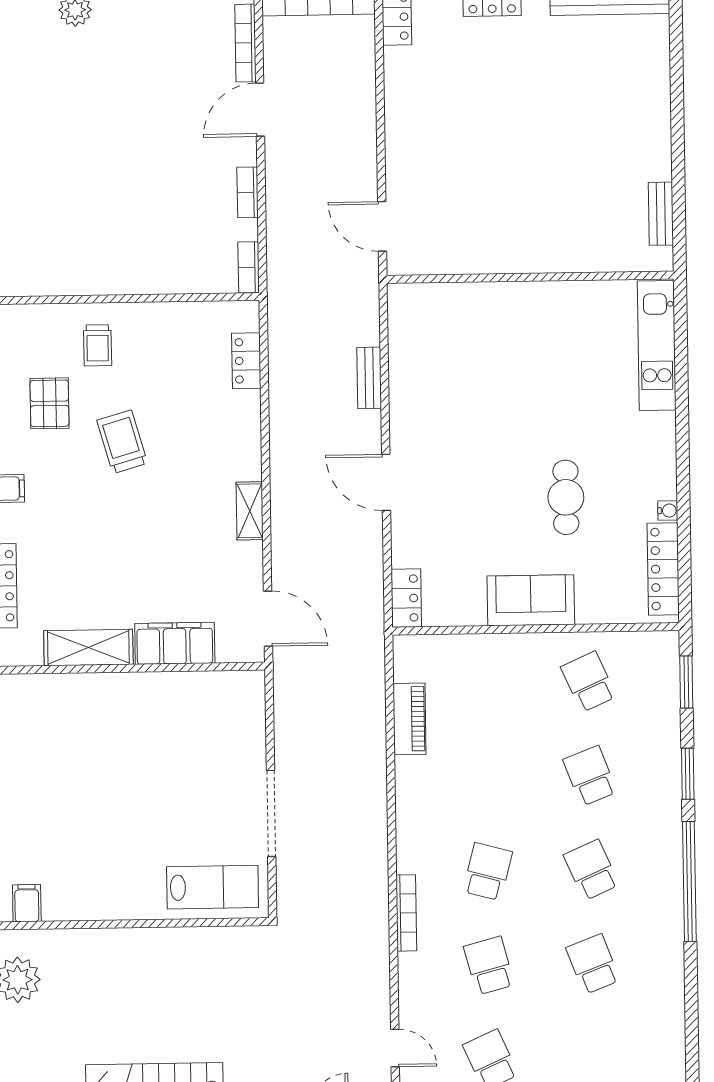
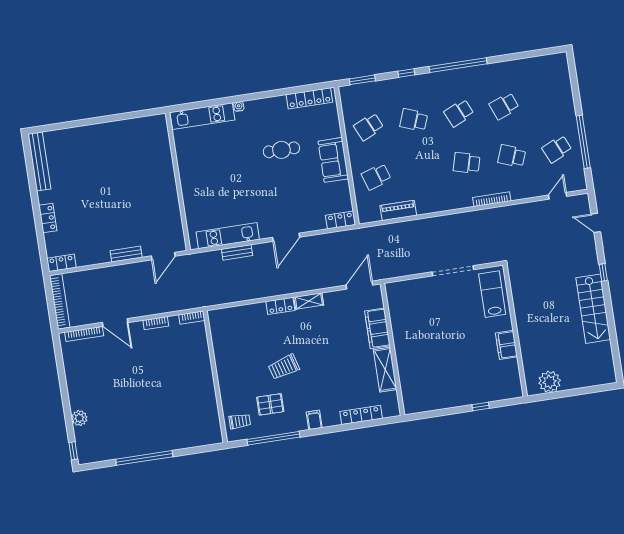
bench: (661, 214) -> (126, 254), moved
trolley: (98, 345) -> (240, 421), moved
locker: (246, 361) -> (280, 306), moved
kitchen unit: (406, 364) -> (228, 236), added
water cooler: (668, 511) -> (239, 106), moved
school desk: (485, 683) -> (376, 177), added
window: (688, 774) -> (406, 73), width x0.67
school desk: (590, 776) -> (414, 120), turned 42
filing cabinet: (27, 903) -> (506, 345), moved, width x2.00
school desk: (489, 966) -> (512, 156), turned 36

